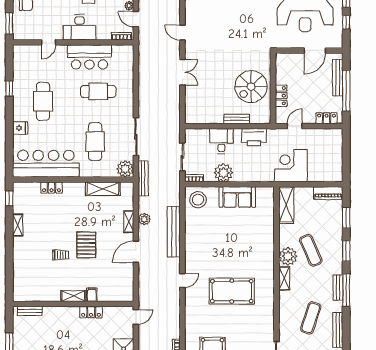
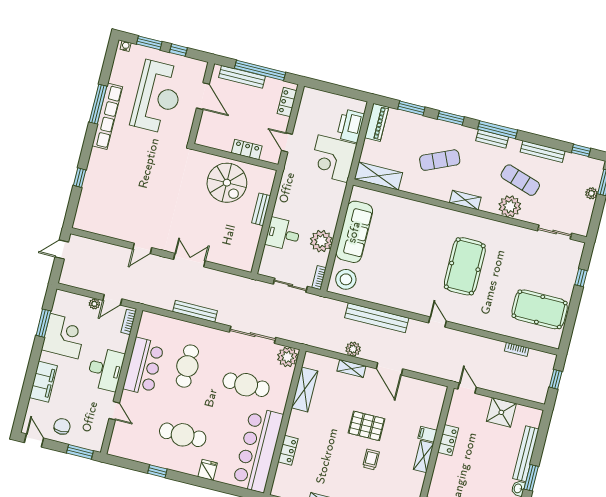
printer: (254, 137) -> (350, 126), moved, turned 180
bench: (143, 178) -> (195, 311), moved
sofa: (237, 197) -> (354, 232), width x1.36
plant: (288, 256) -> (510, 206), moved

